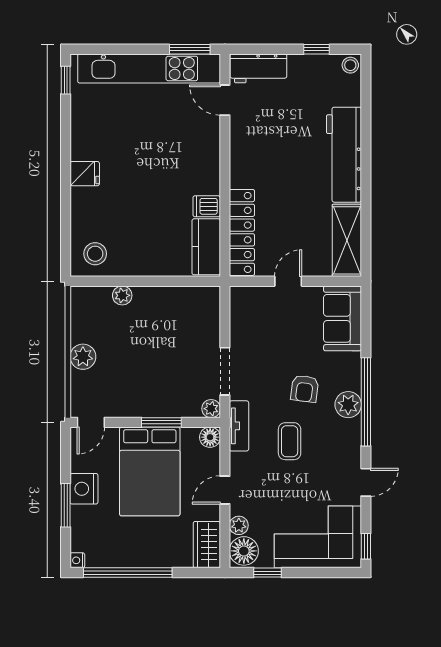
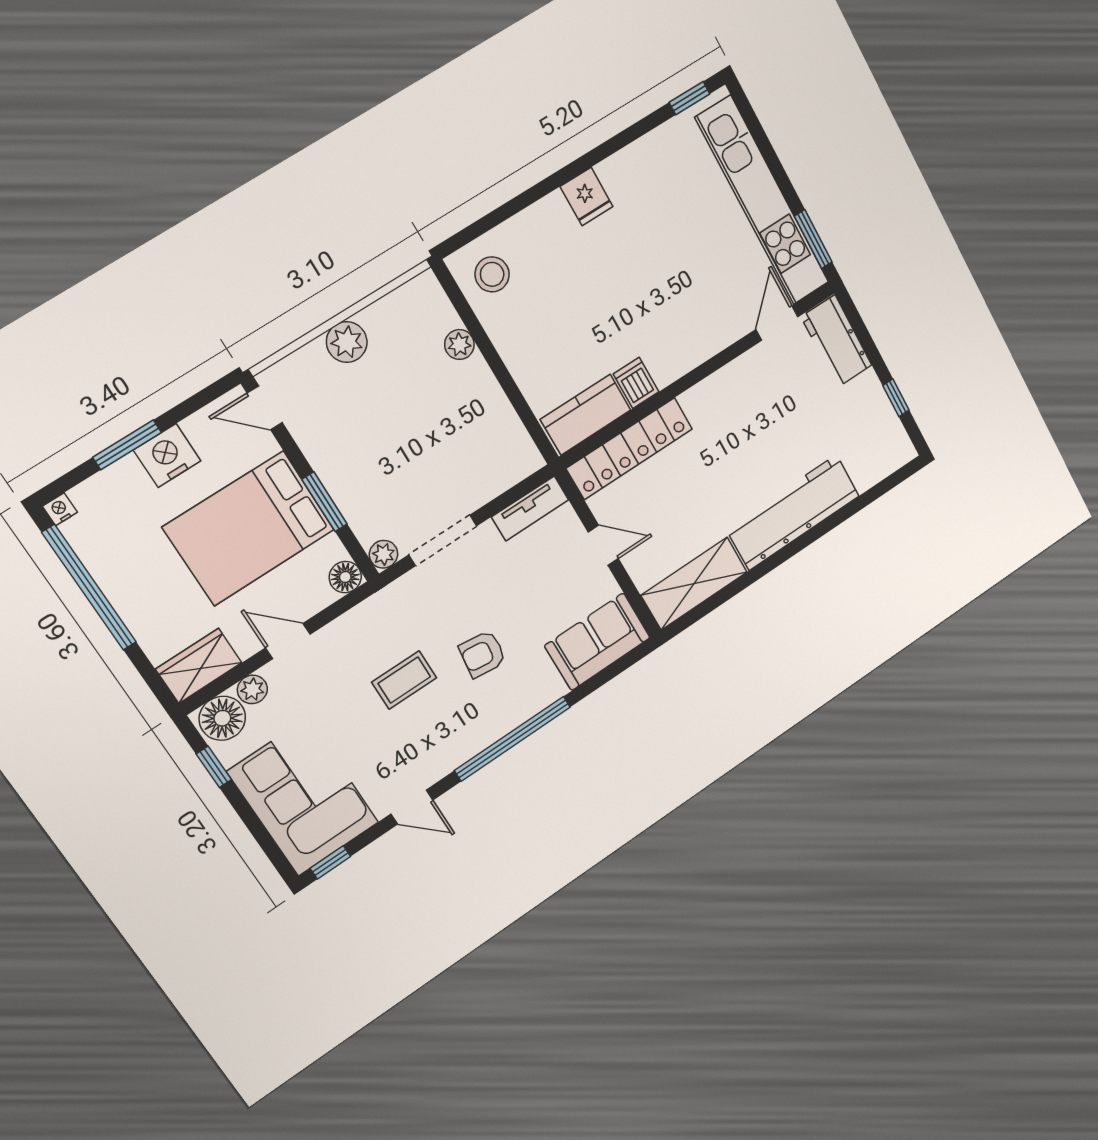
stool: (350, 65) -> (899, 451), removed
plant: (348, 405) -> (496, 720), removed
tv unit: (239, 426) -> (530, 508), moved

